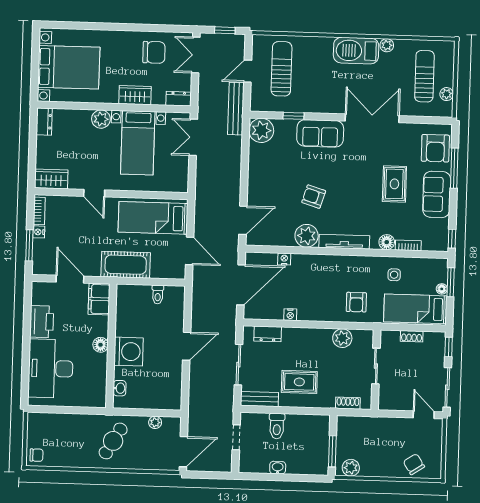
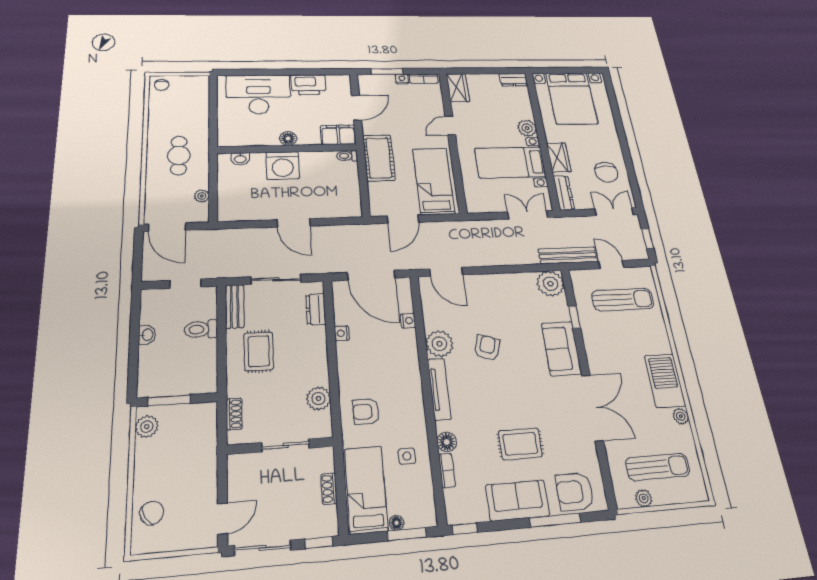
dresser: (179, 99) -> (564, 193), width x1.44
toilet: (158, 295) -> (347, 156), moved
cafe table: (113, 441) -> (179, 155), turned 60

